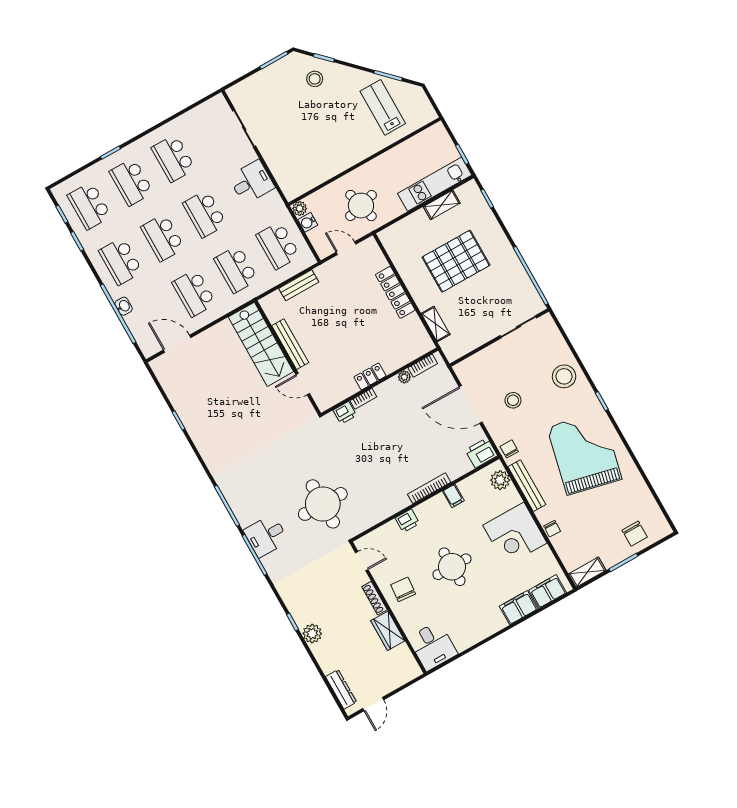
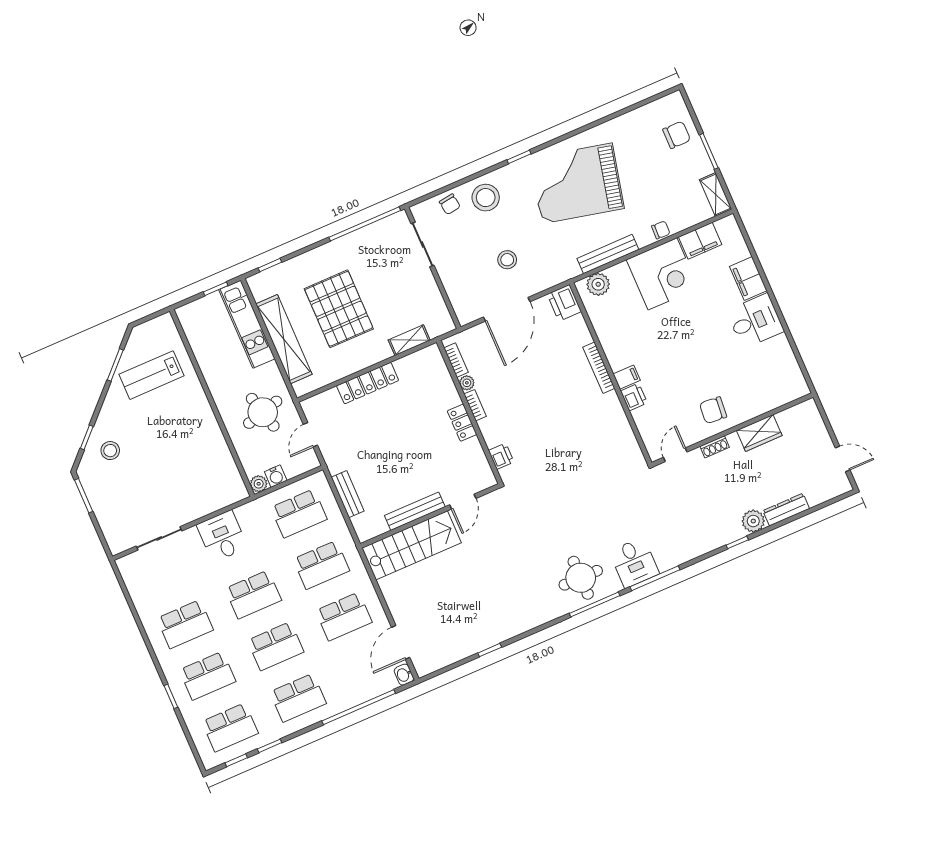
shelving: (442, 205) -> (284, 339), width x2.20, depth x1.33
washbasin: (124, 306) -> (404, 675), moved, turned -90
bookcase: (363, 399) -> (475, 405), moved
chair: (509, 449) -> (450, 204), moved, turned -98
filing cabinet: (453, 496) -> (627, 377), moved
round table: (323, 504) -> (581, 578), moved, width x0.73, depth x0.73
round table: (452, 567) -> (693, 351), removed
filing cabinet: (548, 591) -> (700, 241), moved, turned -90
shoe rack: (374, 598) -> (715, 447), width x0.70
desk: (433, 646) -> (755, 321), moved
dresser: (341, 689) -> (786, 510), moved

